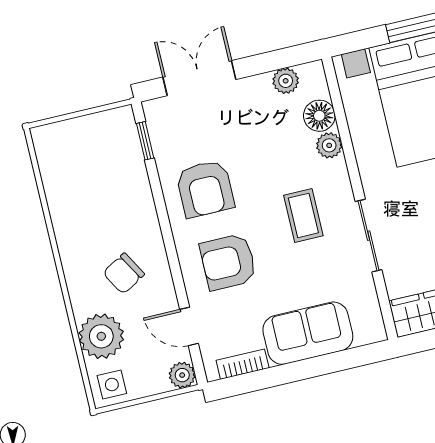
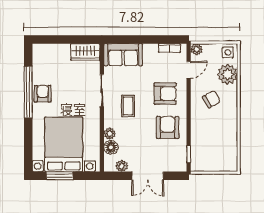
double door: (199, 78) -> (148, 176), moved
door: (189, 326) -> (189, 70), hinge flipped
sofa: (308, 333) -> (123, 55), moved

